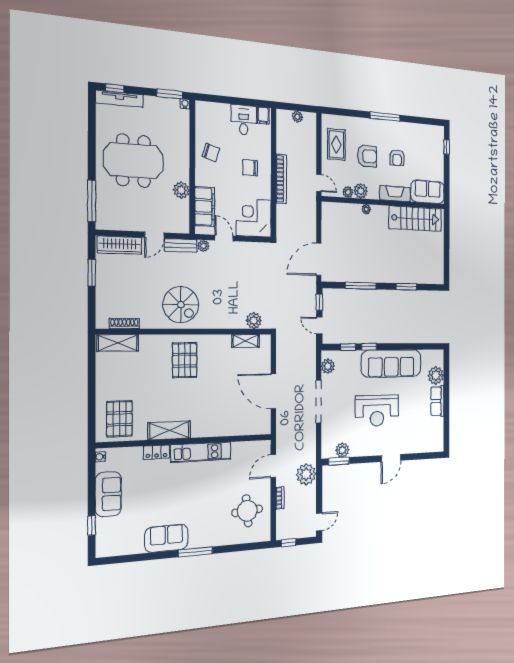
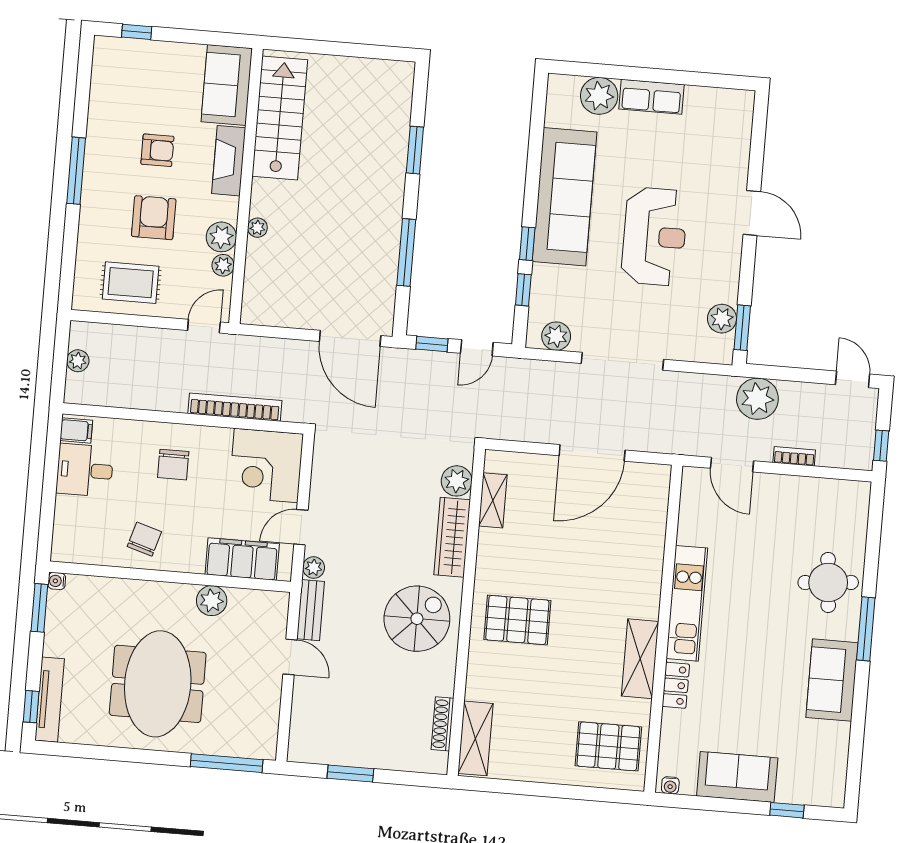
bookcase: (281, 179) -> (235, 407), moved
wardrobe: (120, 245) -> (452, 537), moved, turned 180
round table: (247, 511) -> (828, 582), moved

